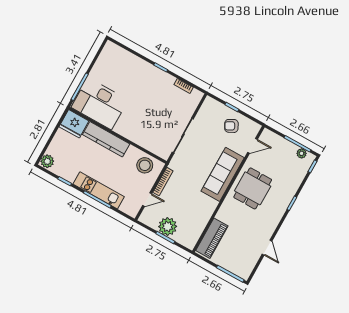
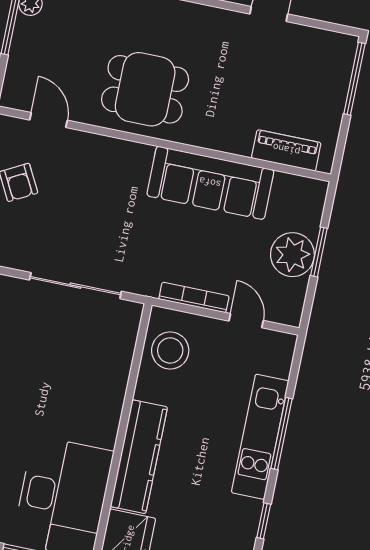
sofa: (223, 174) -> (210, 183), moved
piano: (212, 238) -> (286, 150), width x0.73, depth x0.75

